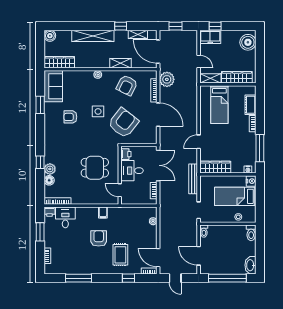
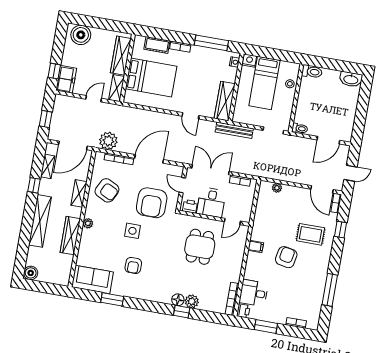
wardrobe: (59, 62) -> (70, 236), moved
bed: (219, 105) -> (151, 77), width x1.50
armchair: (123, 123) -> (152, 203), turned -128
door: (142, 145) -> (182, 185), added
floor lamp: (49, 180) -> (178, 300), moved
armchair: (99, 238) -> (286, 257), turned 101
door: (158, 258) -> (322, 189), hinge flipped
window: (227, 278) -> (362, 110), removed

